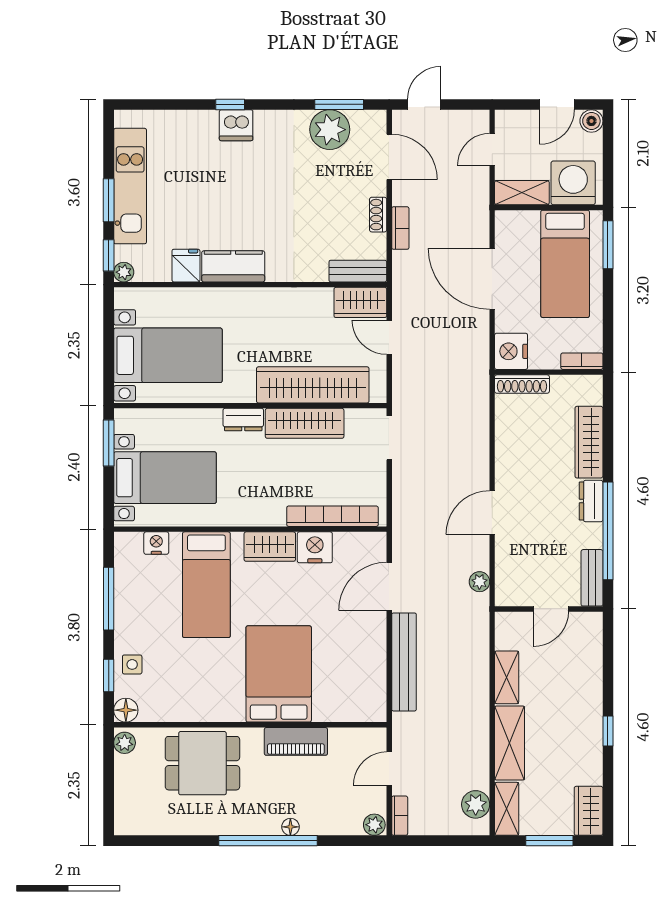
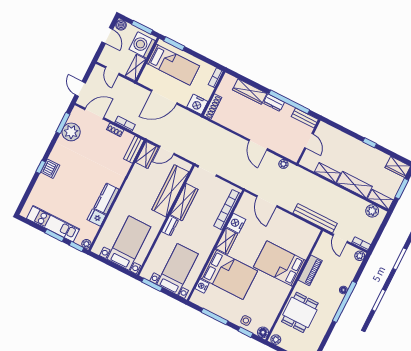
window: (608, 165) -> (142, 27), added
bed: (206, 585) -> (229, 274), width x1.50
bench: (404, 662) -> (315, 218), moved

